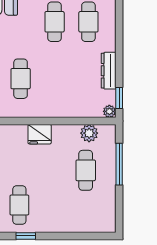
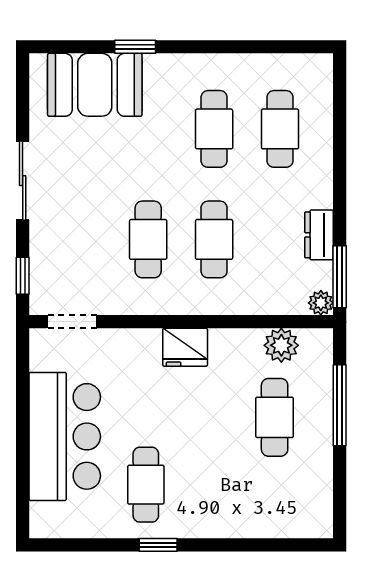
dresser: (109, 71) -> (319, 235), width x0.70
cafe table: (55, 79) -> (214, 239), added
window: (119, 98) -> (340, 277), width x1.50

